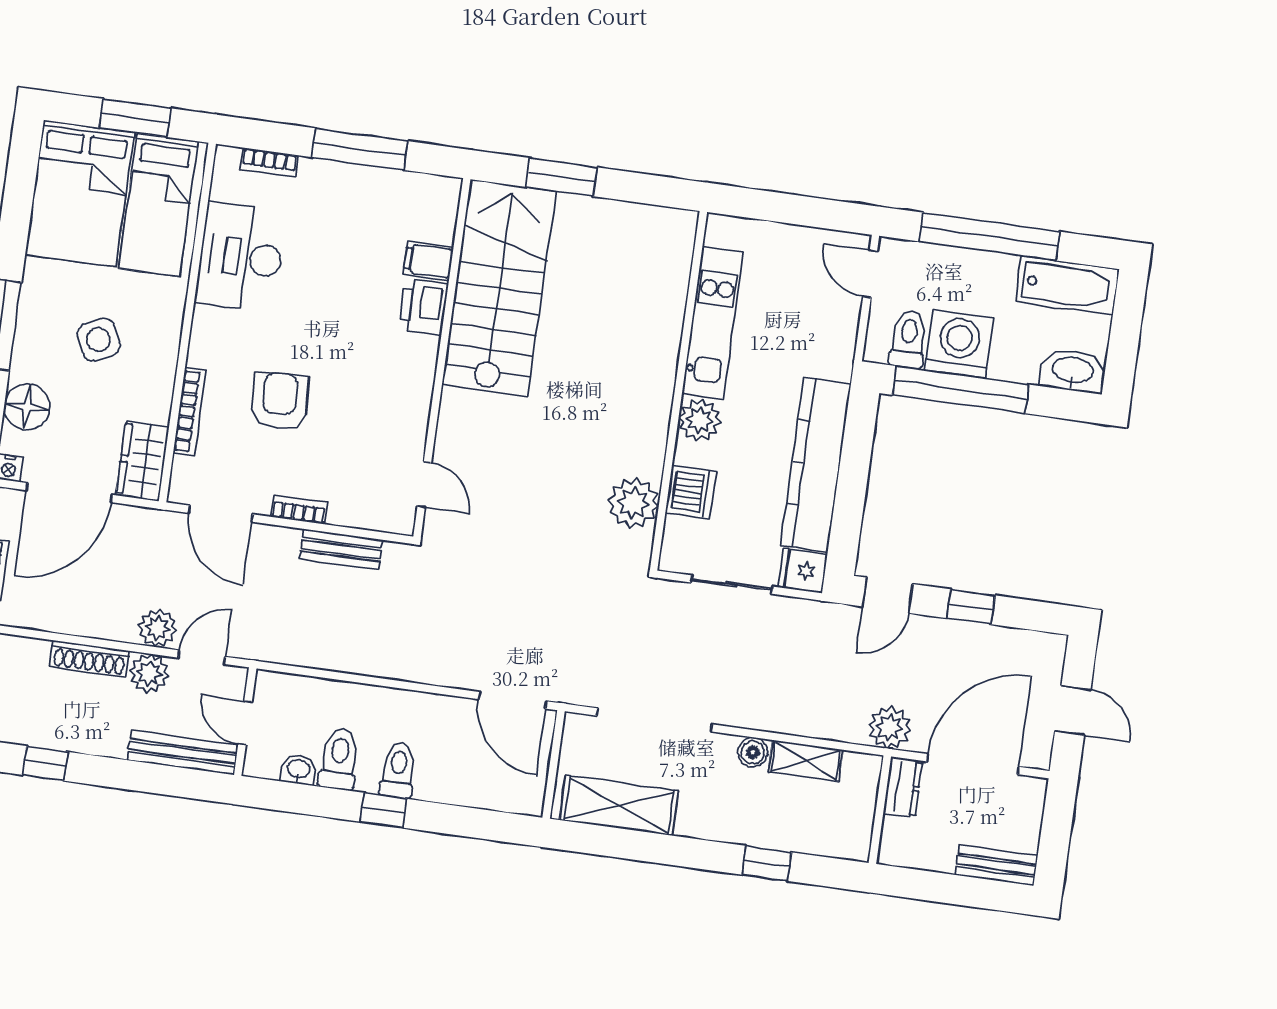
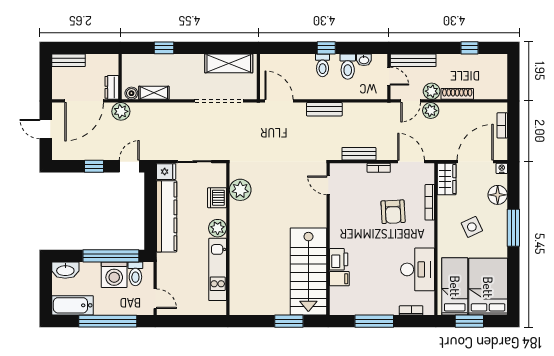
bench: (408, 666) -> (324, 109), added
boiler: (753, 752) -> (131, 93), moved

